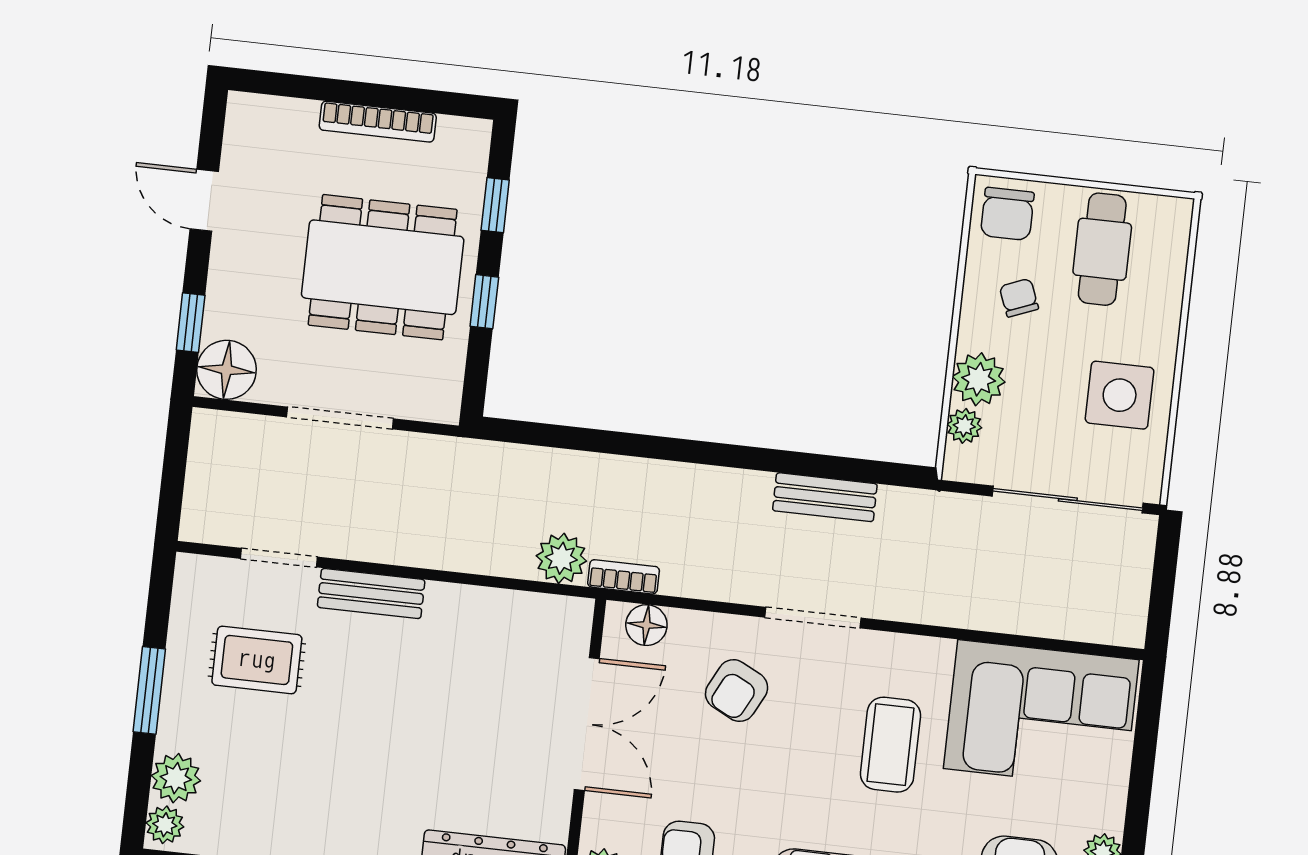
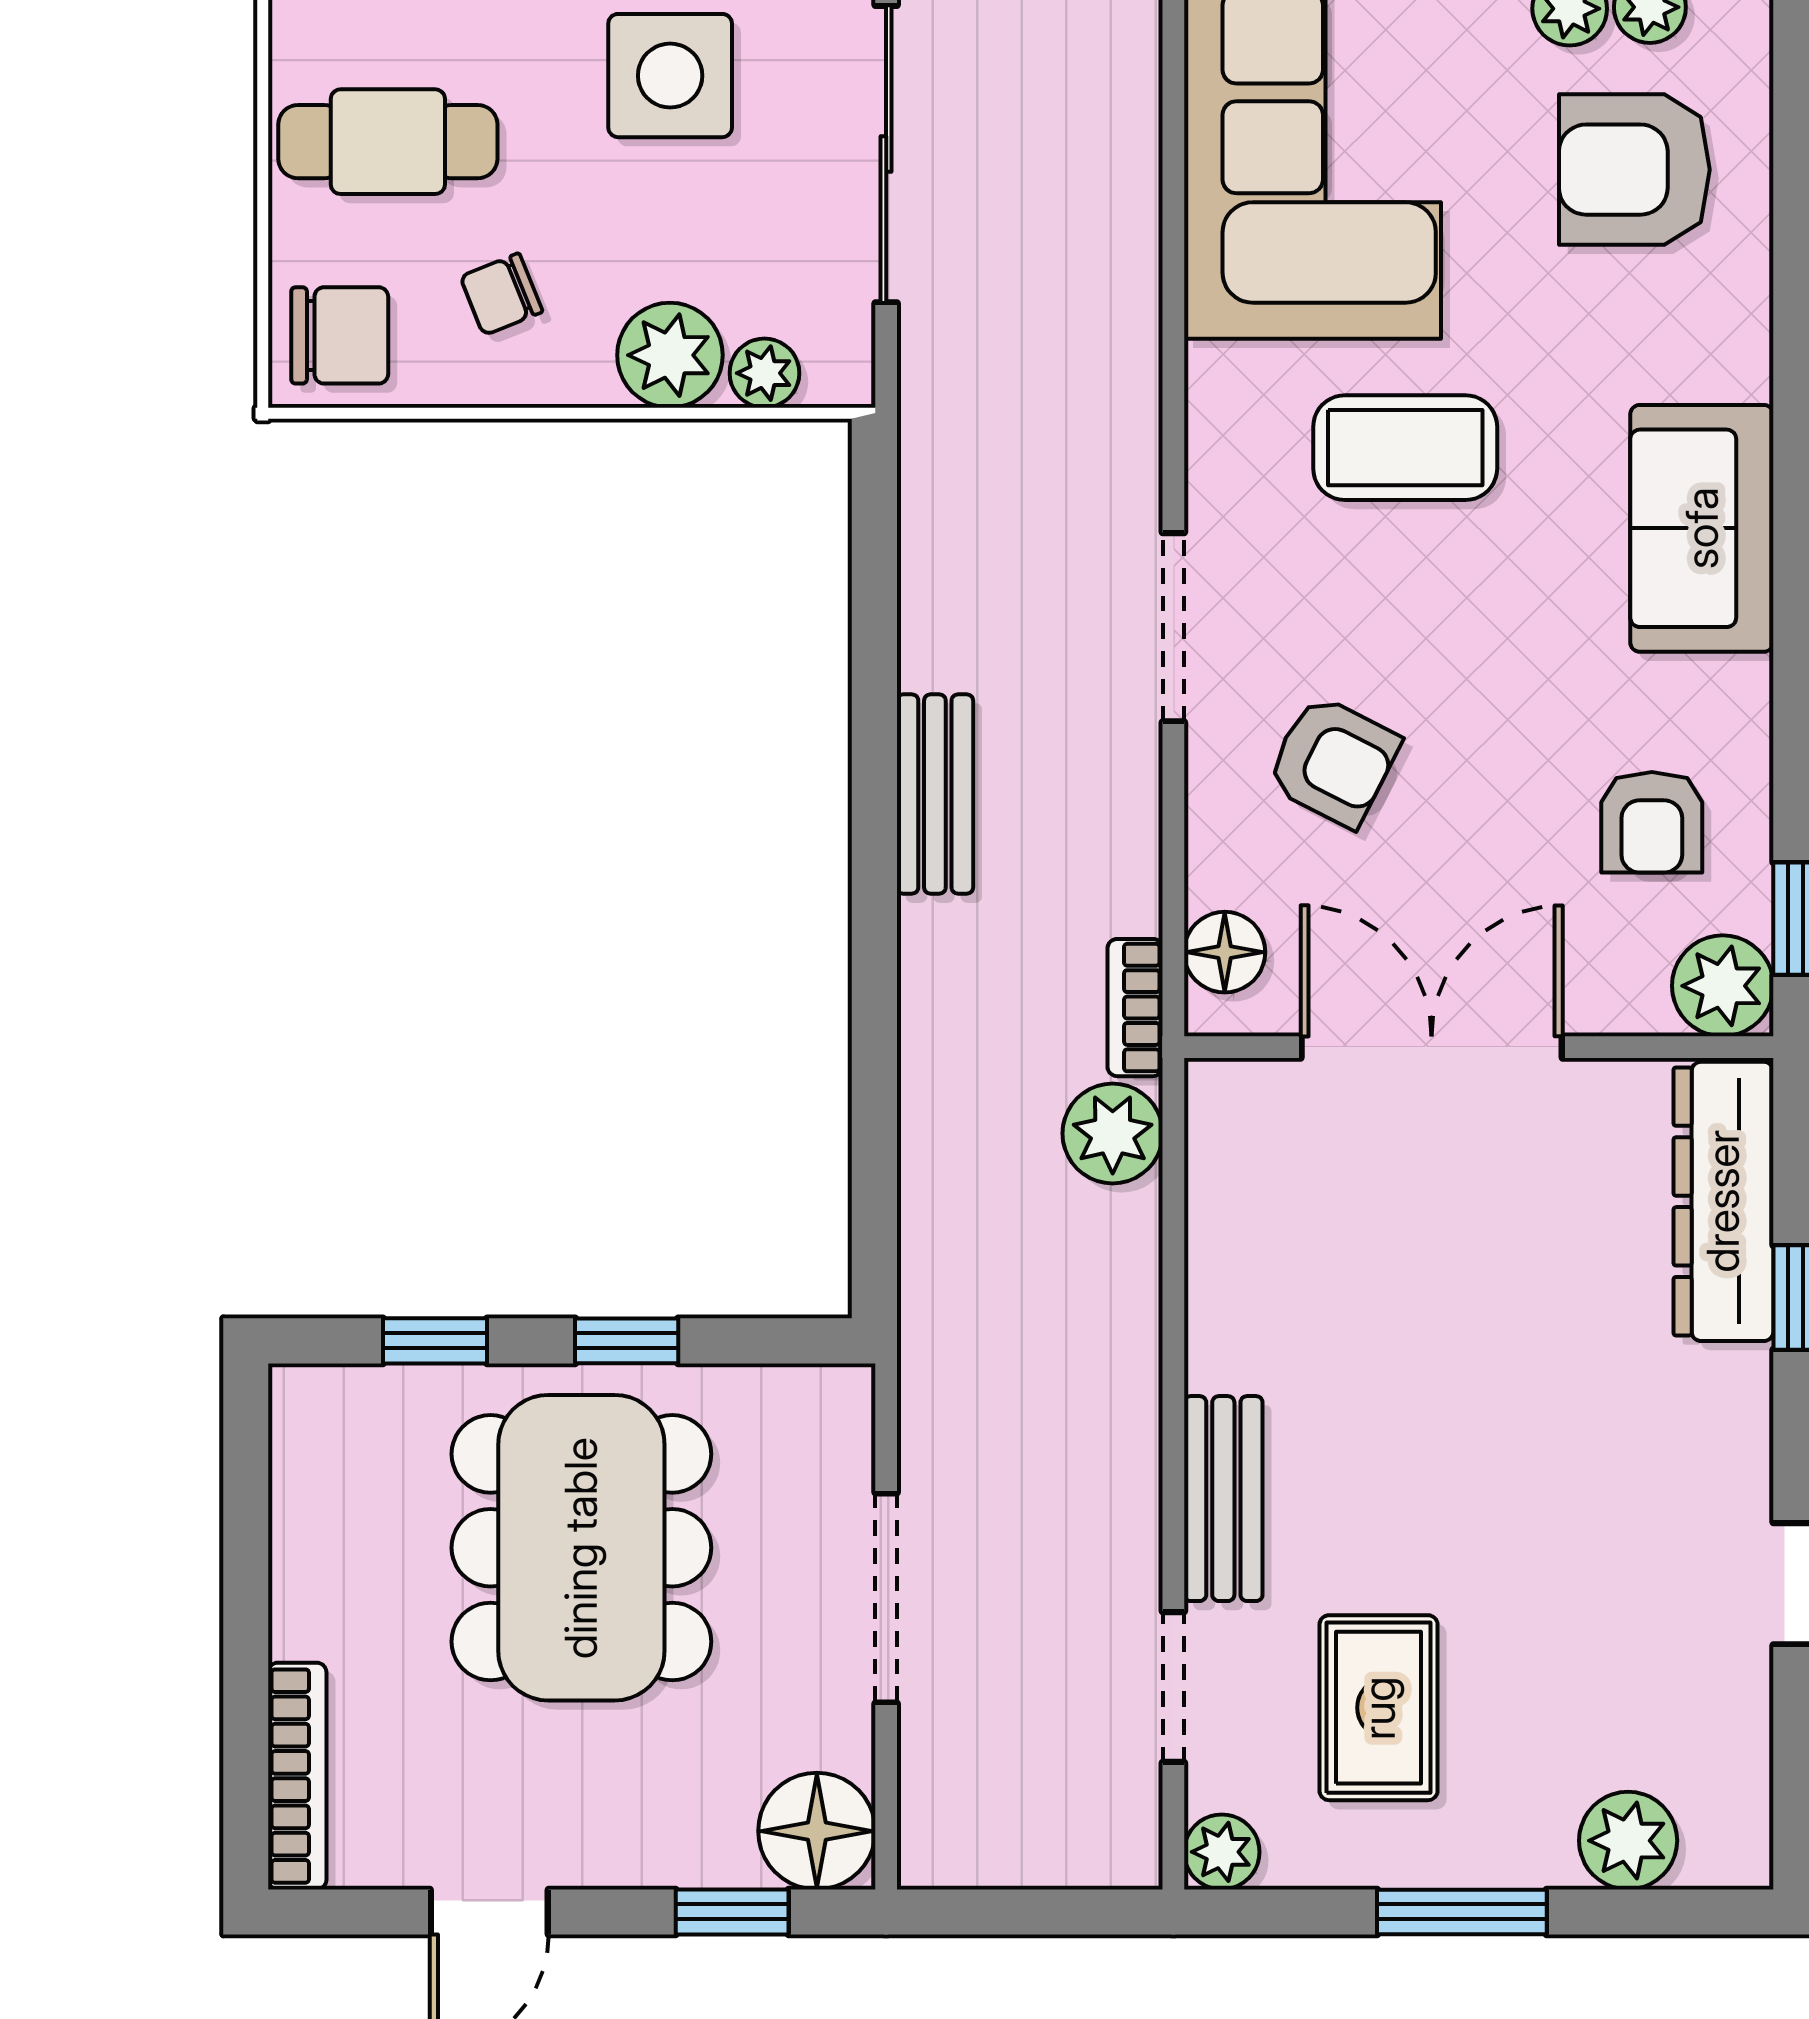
bookcase: (378, 122) -> (297, 1776), moved
bench: (825, 497) -> (935, 794), moved
plant: (165, 825) -> (1222, 1852), moved

